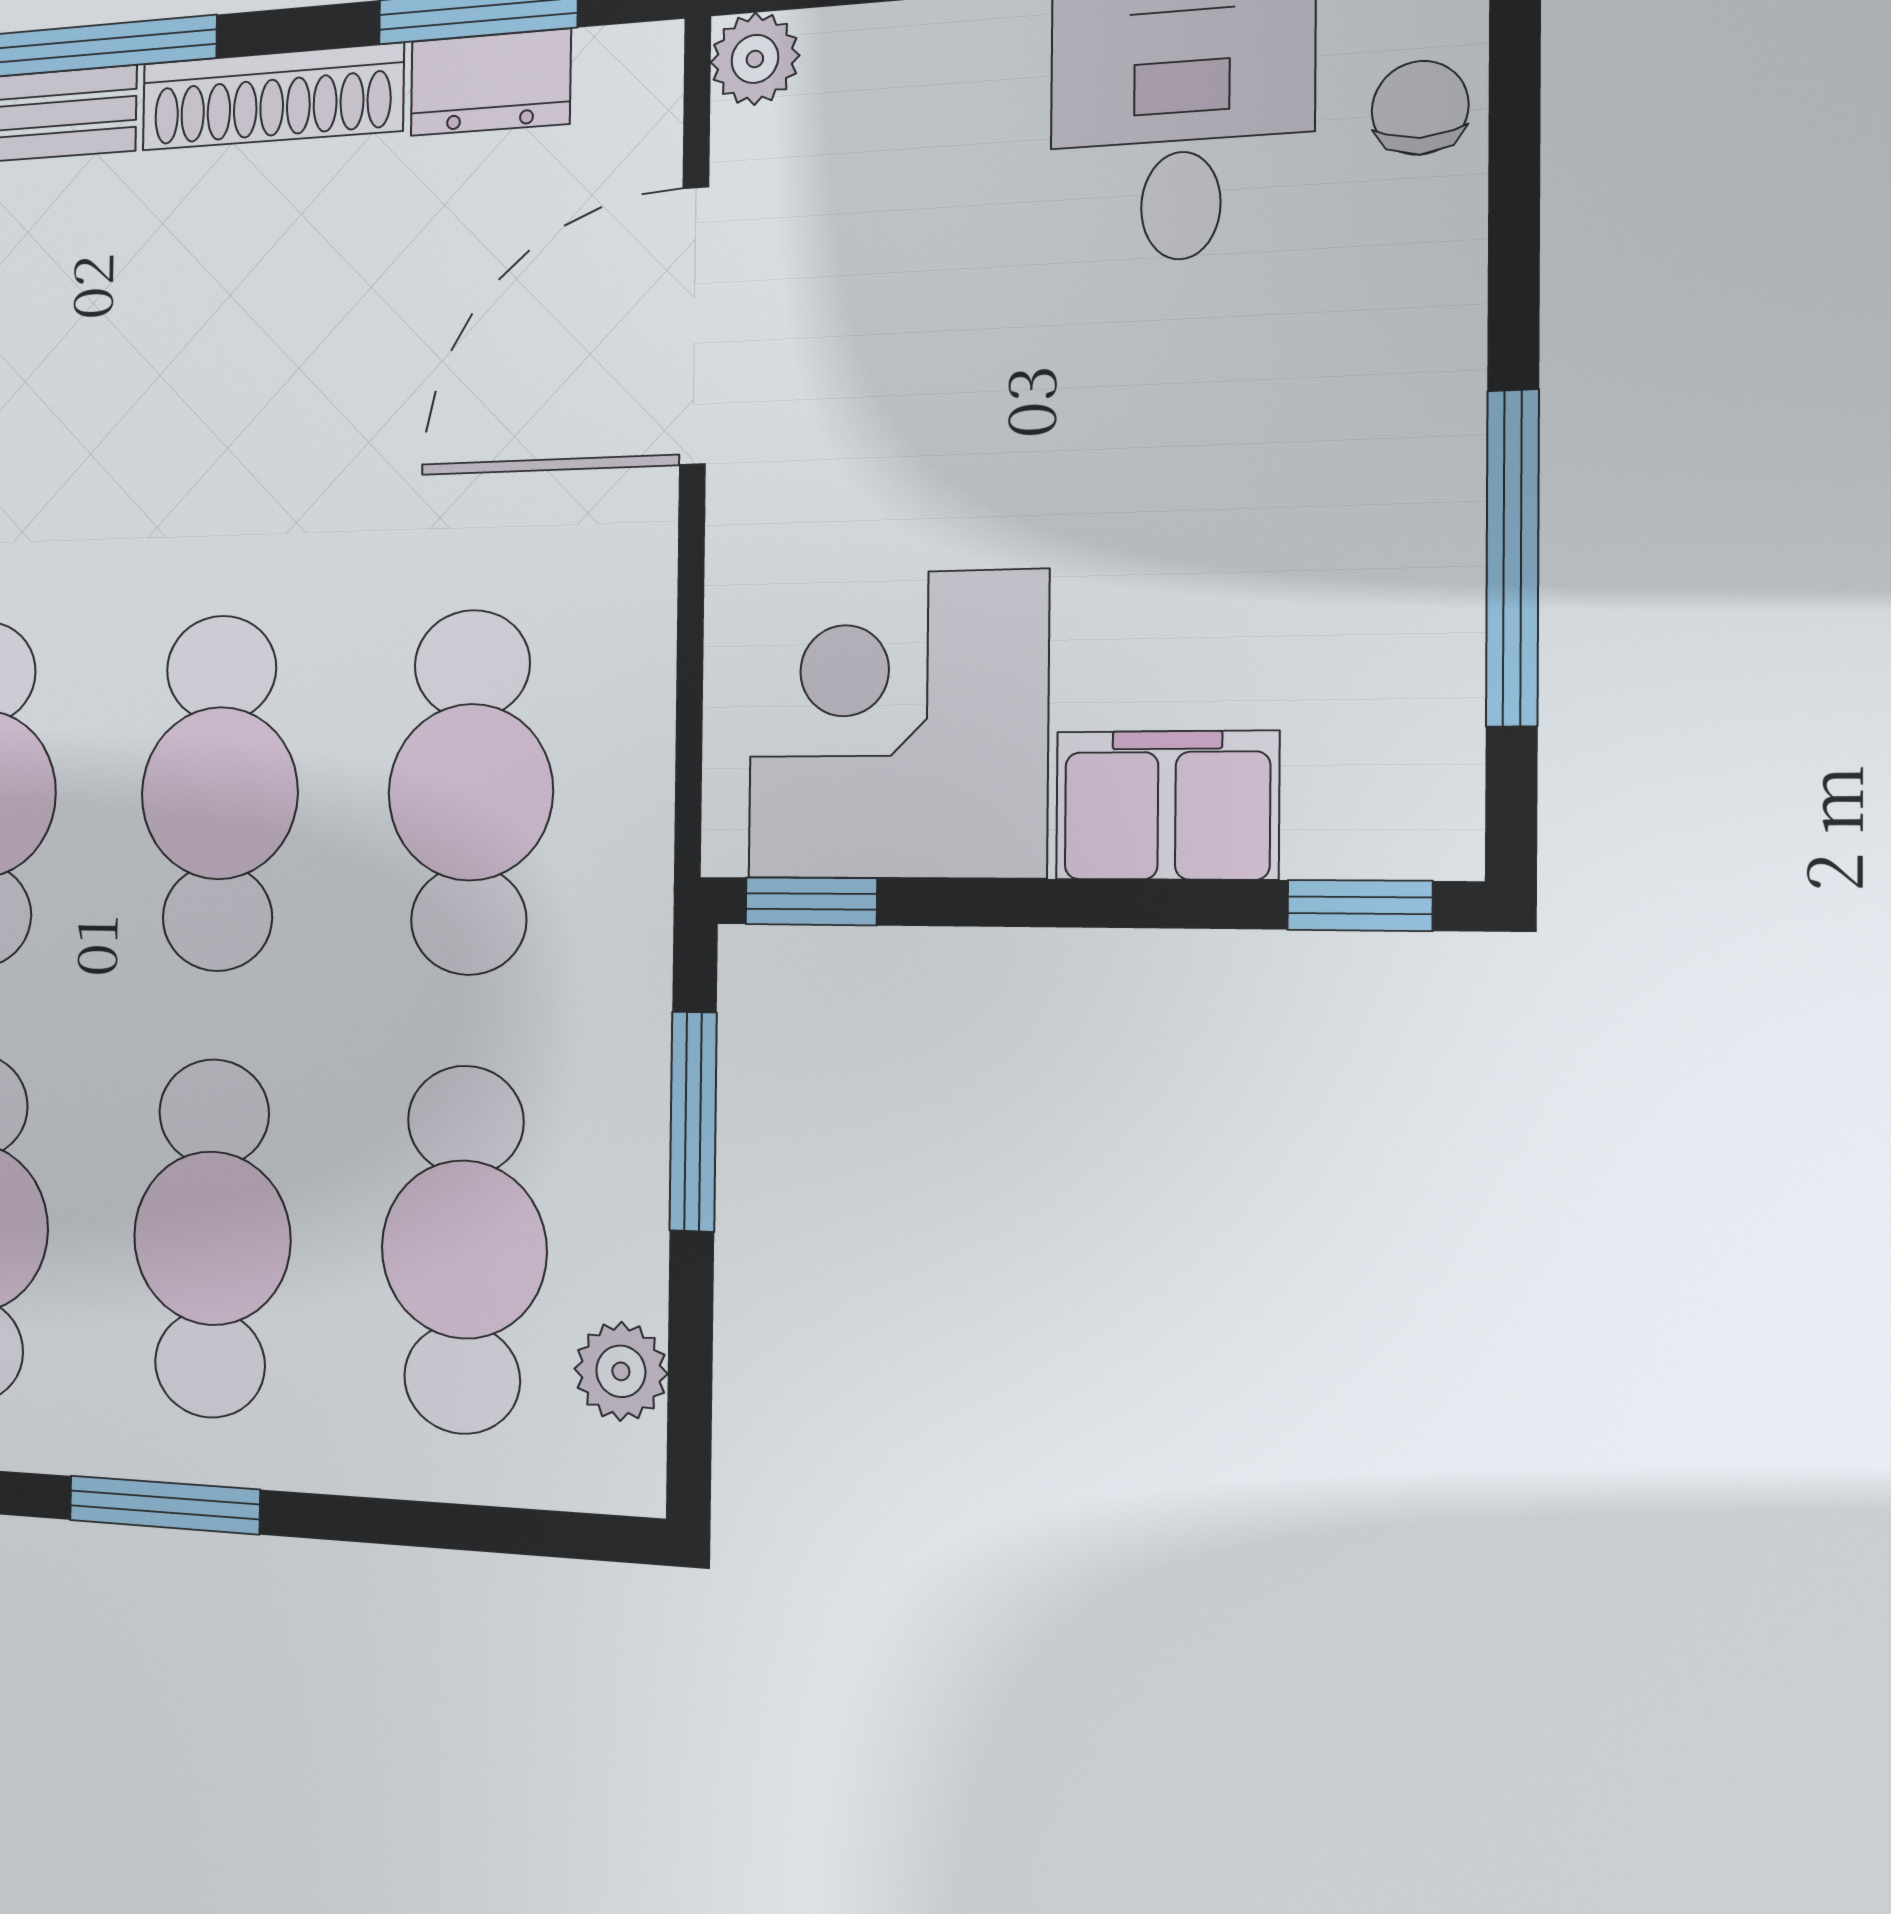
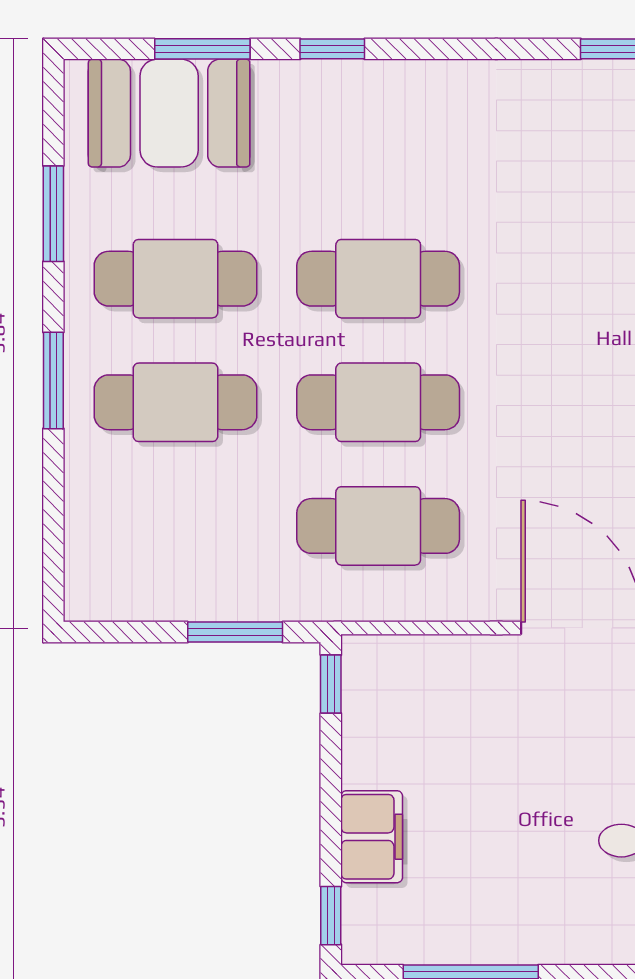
corner desk: (897, 725) -> (406, 721), removed
cafe table: (464, 1249) -> (176, 526), removed
plant: (621, 1371) -> (126, 600), removed

